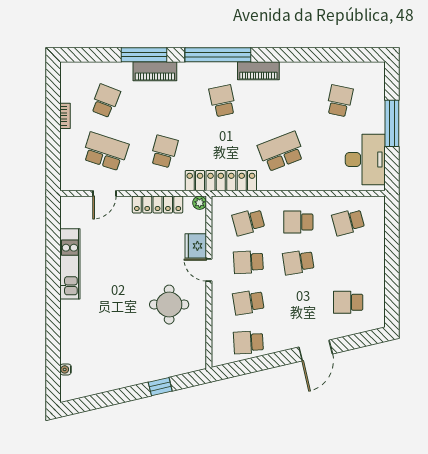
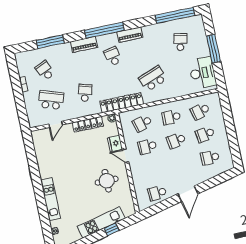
window: (144, 55) -> (50, 42), moved
window: (340, 55) -> (175, 15), added
piano: (155, 71) -> (84, 44), moved
school desk: (105, 101) -> (45, 71), turned -45
kitchen unit: (70, 264) -> (51, 199), moved
school desk: (248, 302) -> (205, 134), moved
door: (316, 350) -> (188, 194), moved
kitchen unit: (146, 372) -> (101, 222), added

